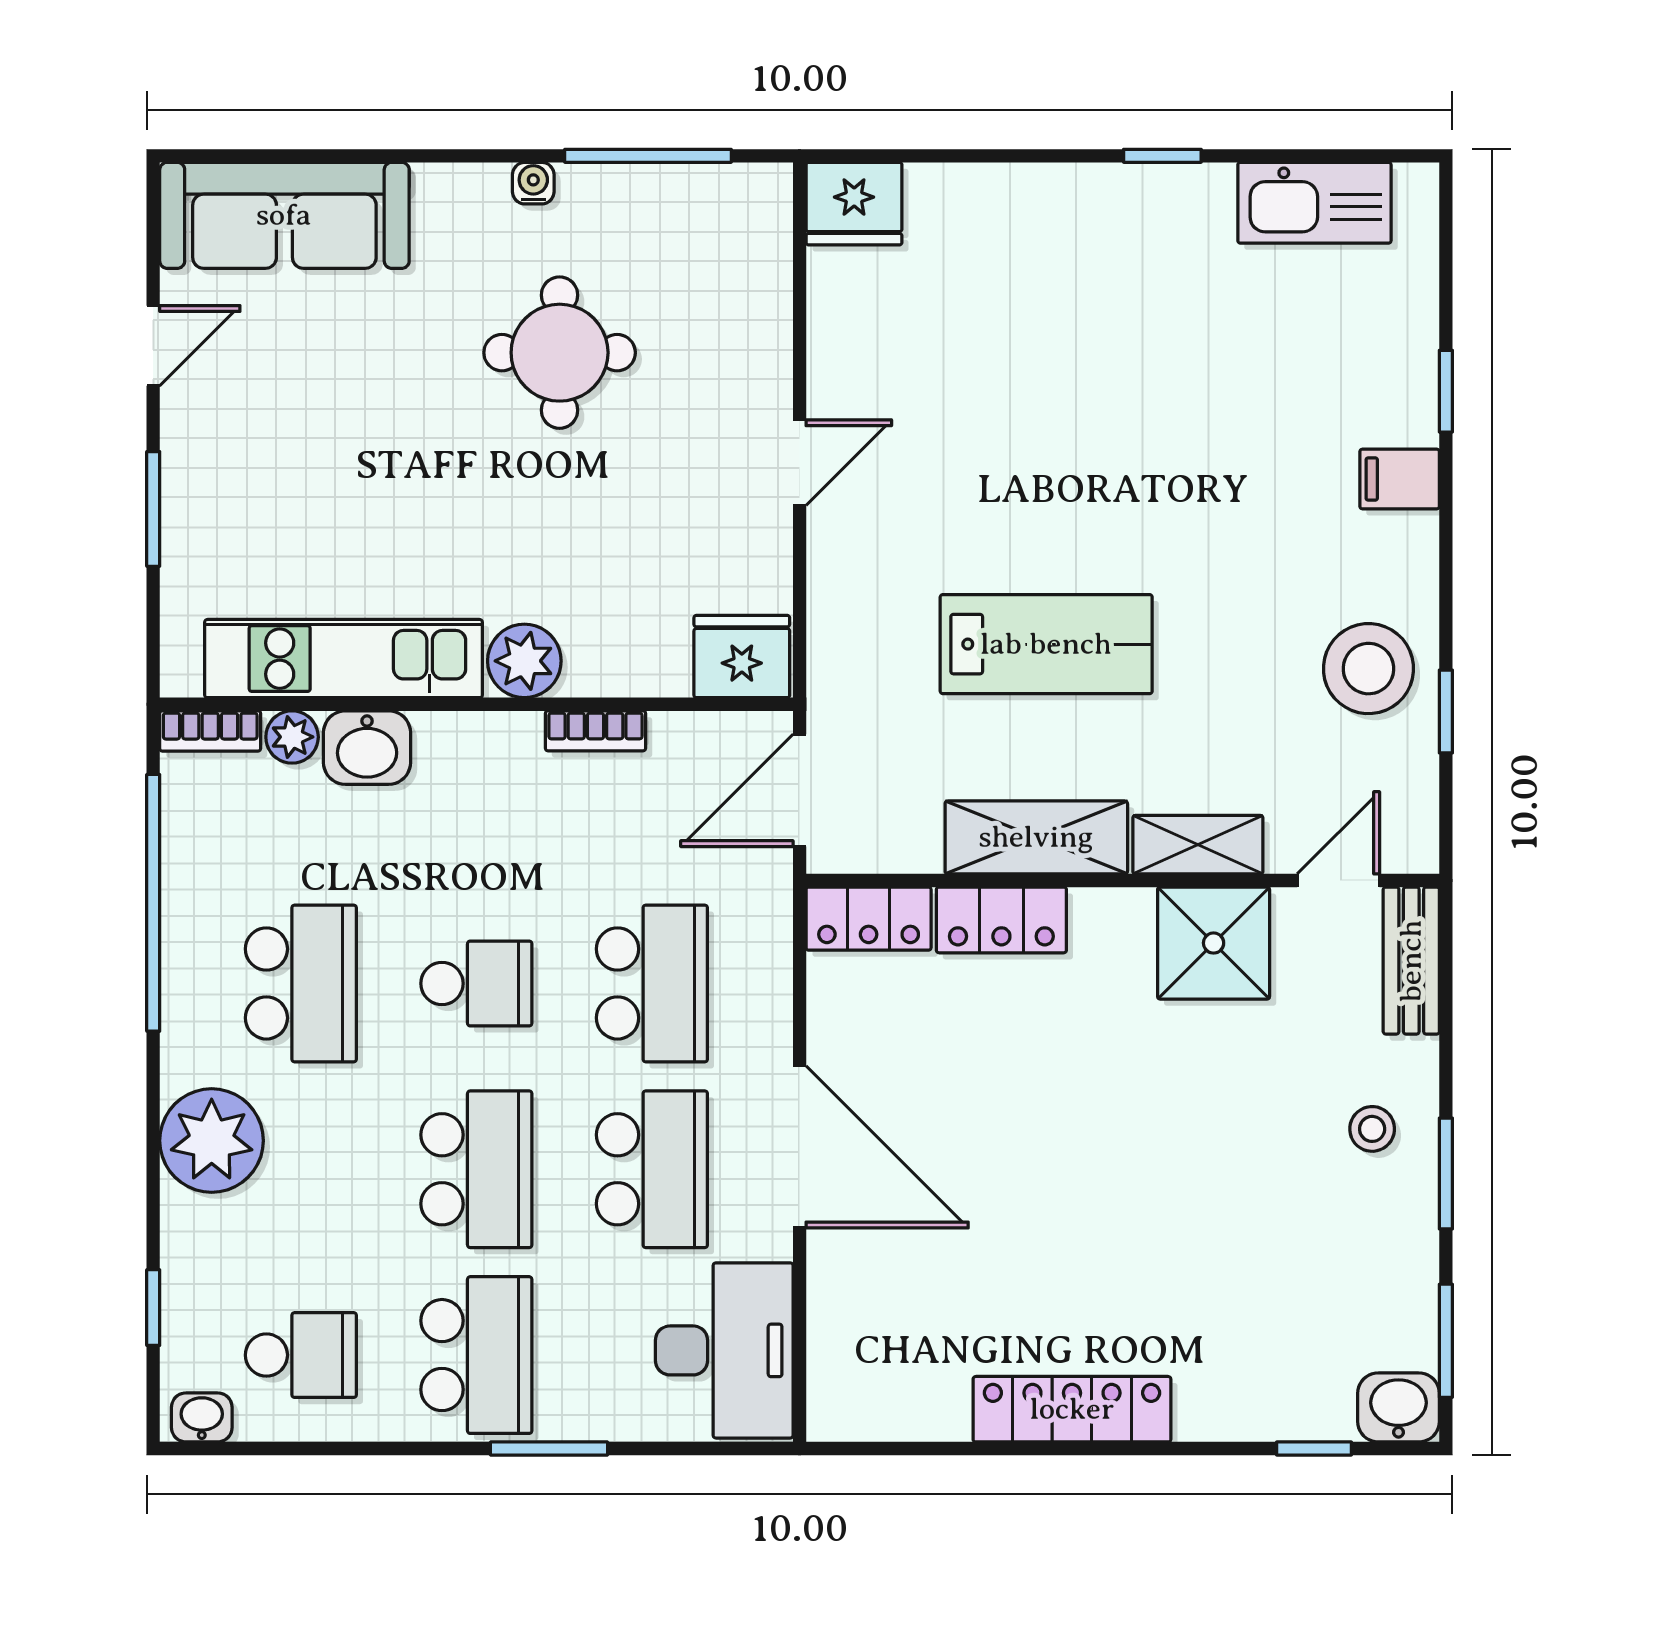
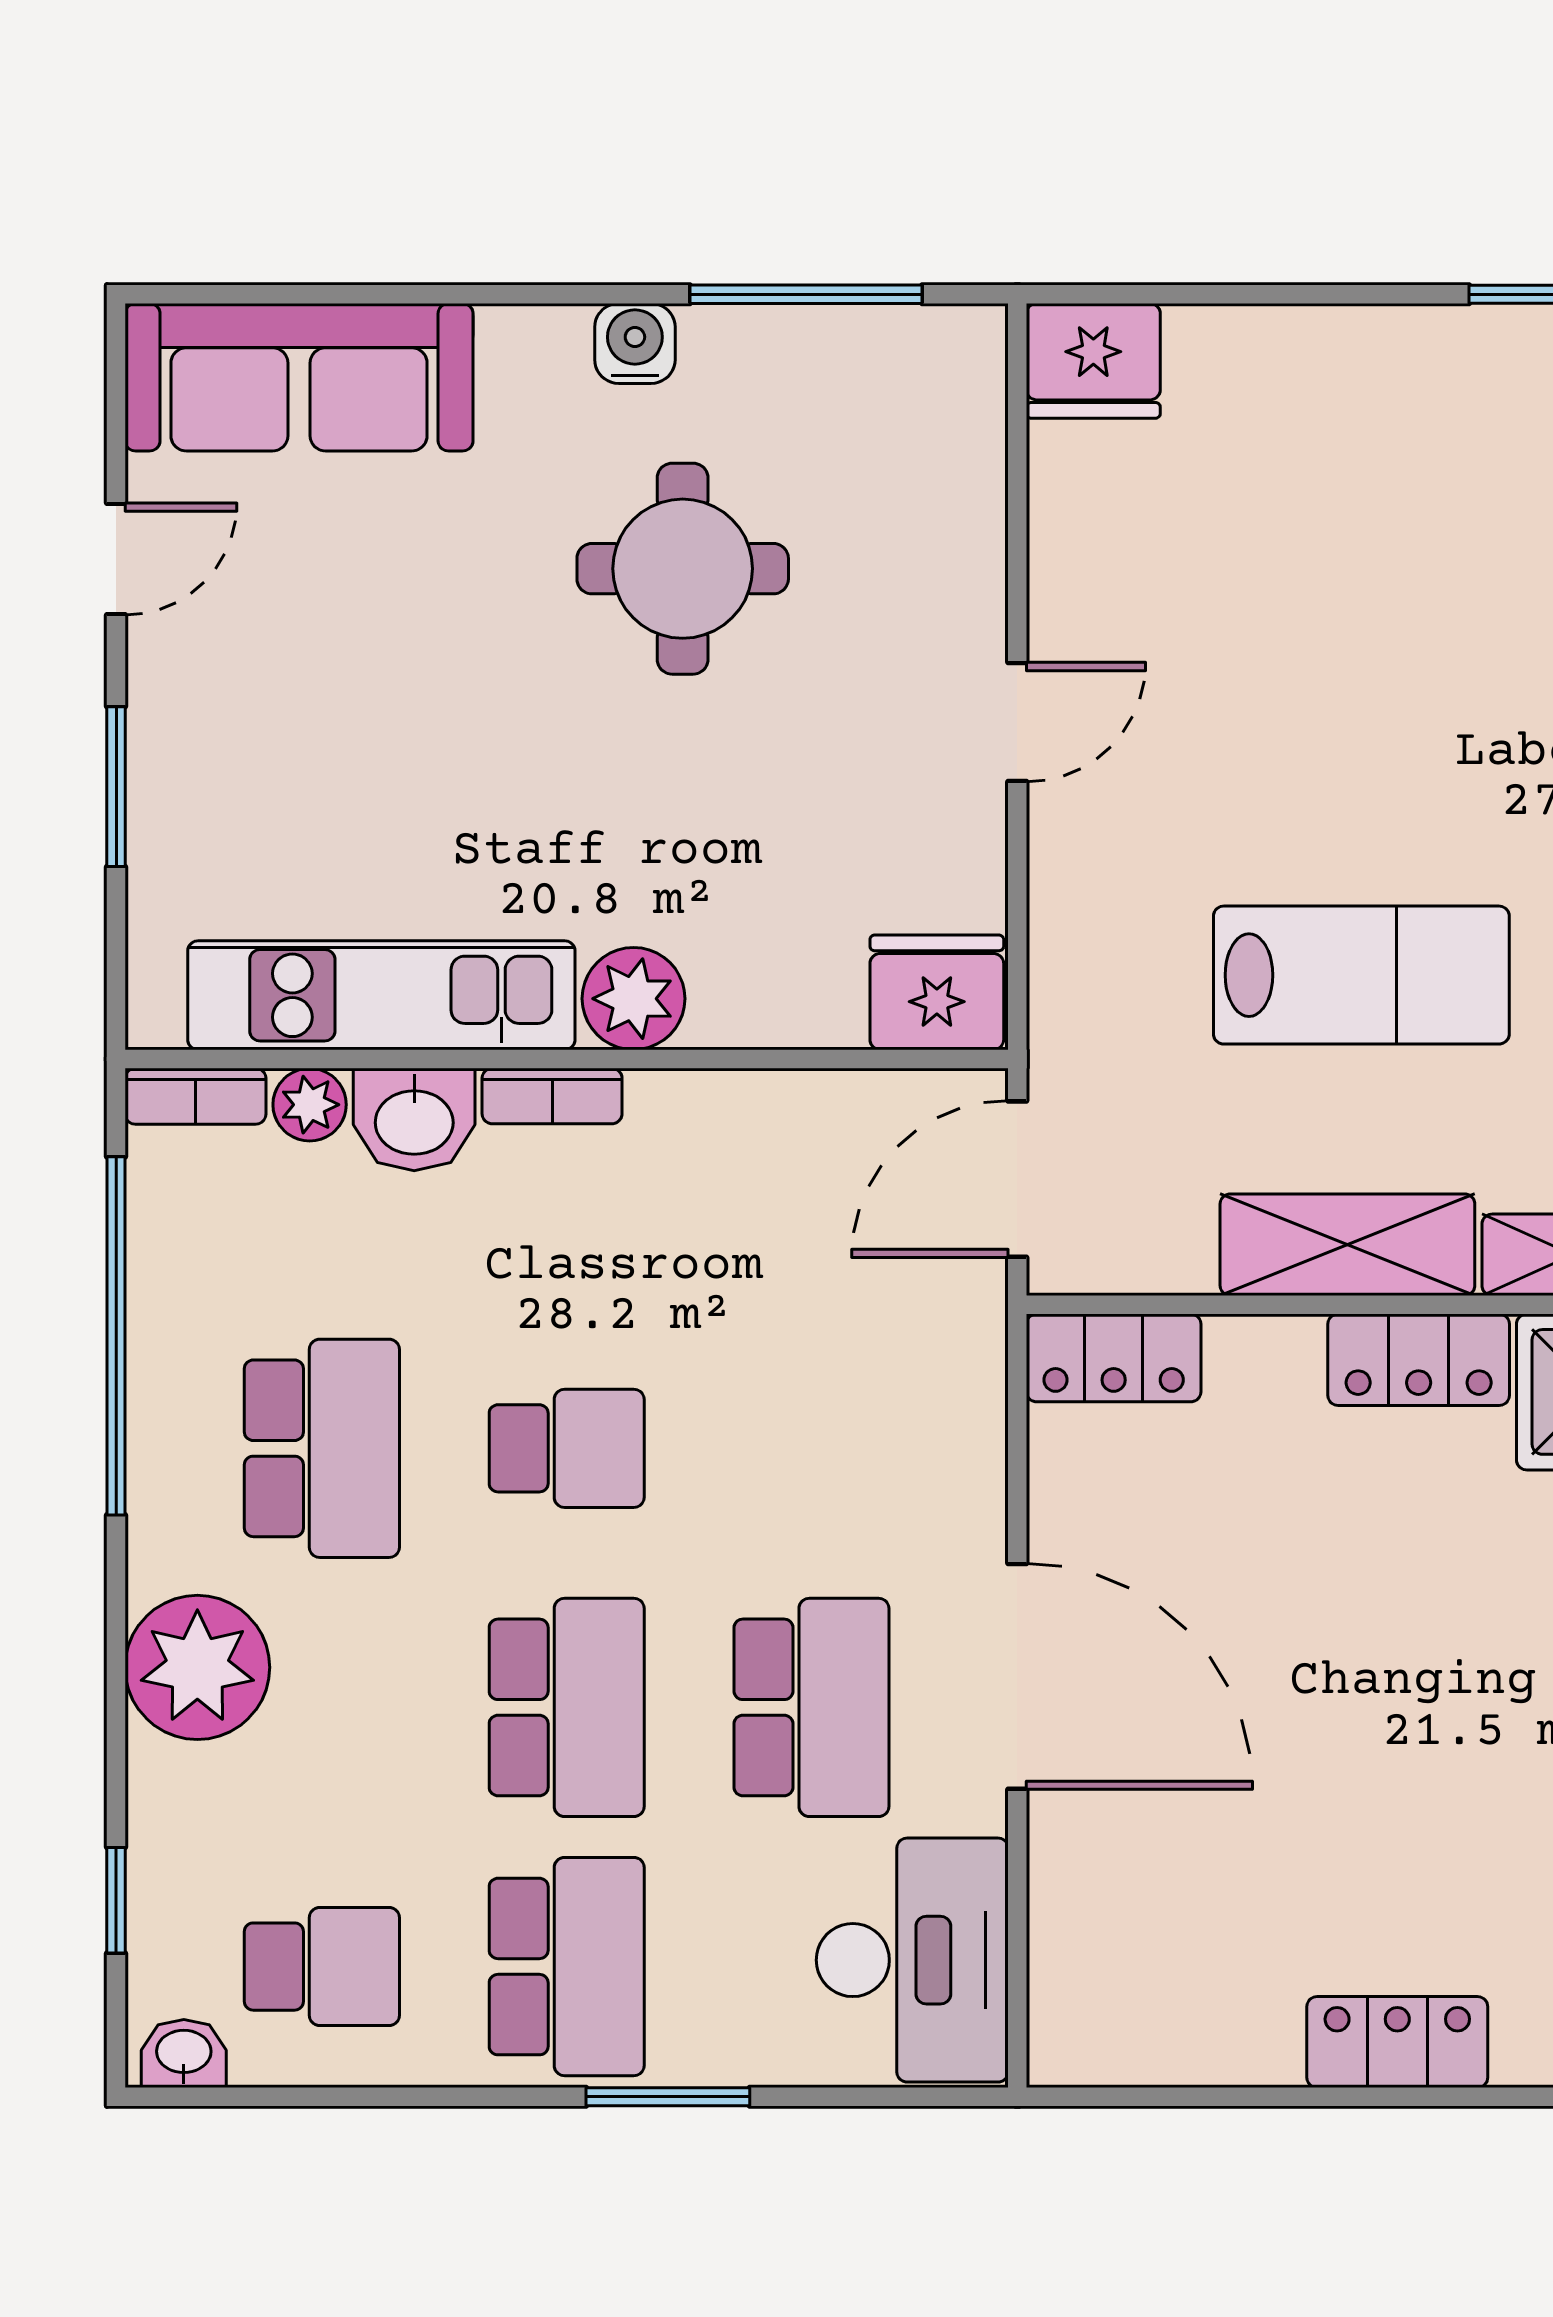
water cooler: (533, 183) -> (635, 343), width x1.38, depth x1.38
bookcase: (595, 731) -> (552, 1096), moved
locker: (1001, 920) -> (1419, 1360), moved
school desk: (652, 983) -> (811, 1448), removed
locker: (1072, 1409) -> (1397, 2042), width x0.66

